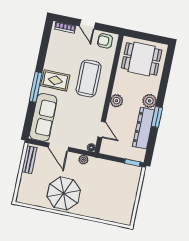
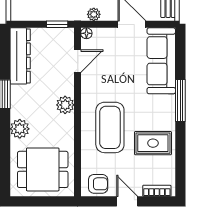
rug: (55, 80) -> (153, 143), moved
plant: (150, 101) -> (20, 129), moved
dresser: (144, 128) -> (20, 56), moved
door: (102, 129) -> (78, 61), swing flipped
window: (132, 163) -> (57, 24), moved

